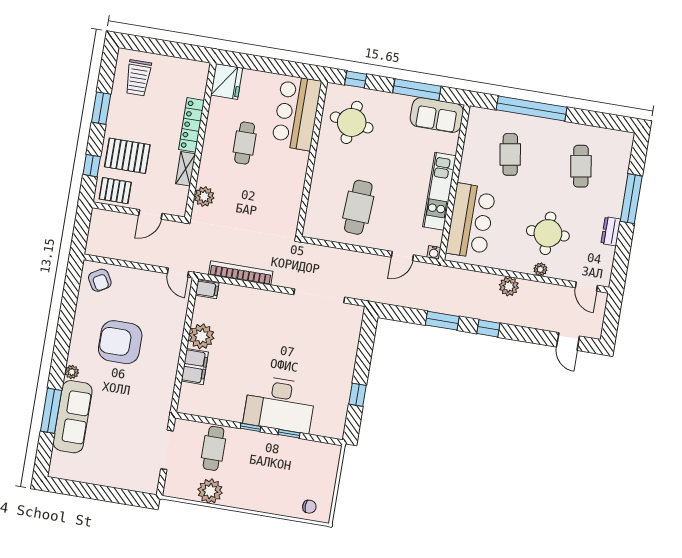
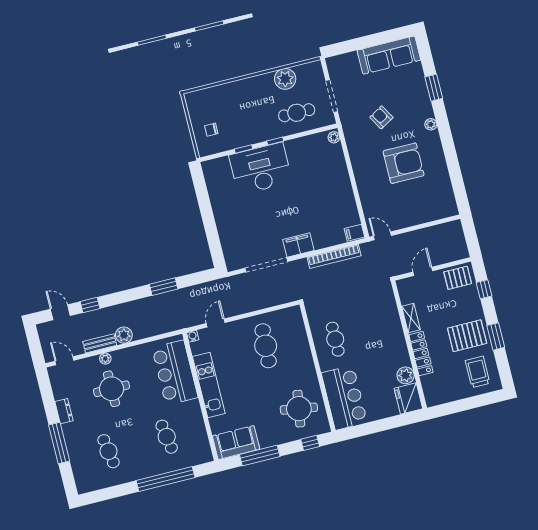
cafe table: (245, 143) -> (335, 339), moved
pallet: (127, 156) -> (467, 336), moved
plant: (204, 197) -> (406, 375), moved
armchair: (100, 280) -> (381, 117), moved
bench: (539, 289) -> (100, 343), added
window: (488, 328) -> (90, 305), moved
plant: (202, 336) -> (334, 137), moved, width x0.53, depth x0.53
filing cabinet: (195, 367) -> (298, 245), moved, turned 90
window: (358, 395) -> (204, 202), removed
window: (51, 411) -> (434, 88), width x0.69
sofa: (73, 417) -> (389, 55), moved, turned -90
cafe table: (214, 448) -> (297, 113), turned 90
chair: (309, 507) -> (211, 130), moved

